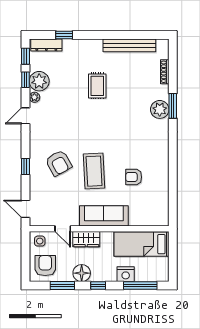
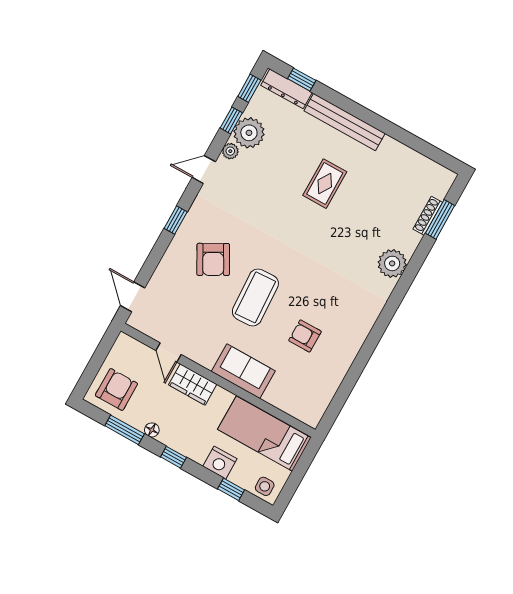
window: (64, 35) -> (302, 80), moved
bench: (129, 45) -> (345, 122), moved
window: (173, 106) -> (440, 219), moved
window: (25, 167) -> (176, 220), moved
sofa: (104, 216) -> (243, 371), width x0.73
side table: (40, 241) -> (265, 486), moved
floor lamp: (82, 273) -> (152, 430), width x0.53, depth x0.53
window: (140, 286) -> (231, 489), width x0.46

